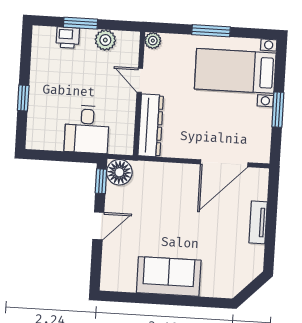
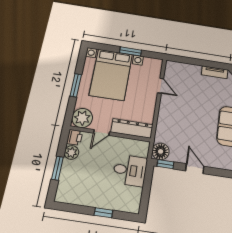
printer: (68, 38) -> (75, 137), moved
plant: (153, 41) -> (82, 118), width x1.87, depth x1.87
bed with nightstands: (235, 71) -> (111, 75), width x1.36
door: (224, 163) -> (161, 86), width x0.53
tv unit: (258, 222) -> (215, 72), moved

